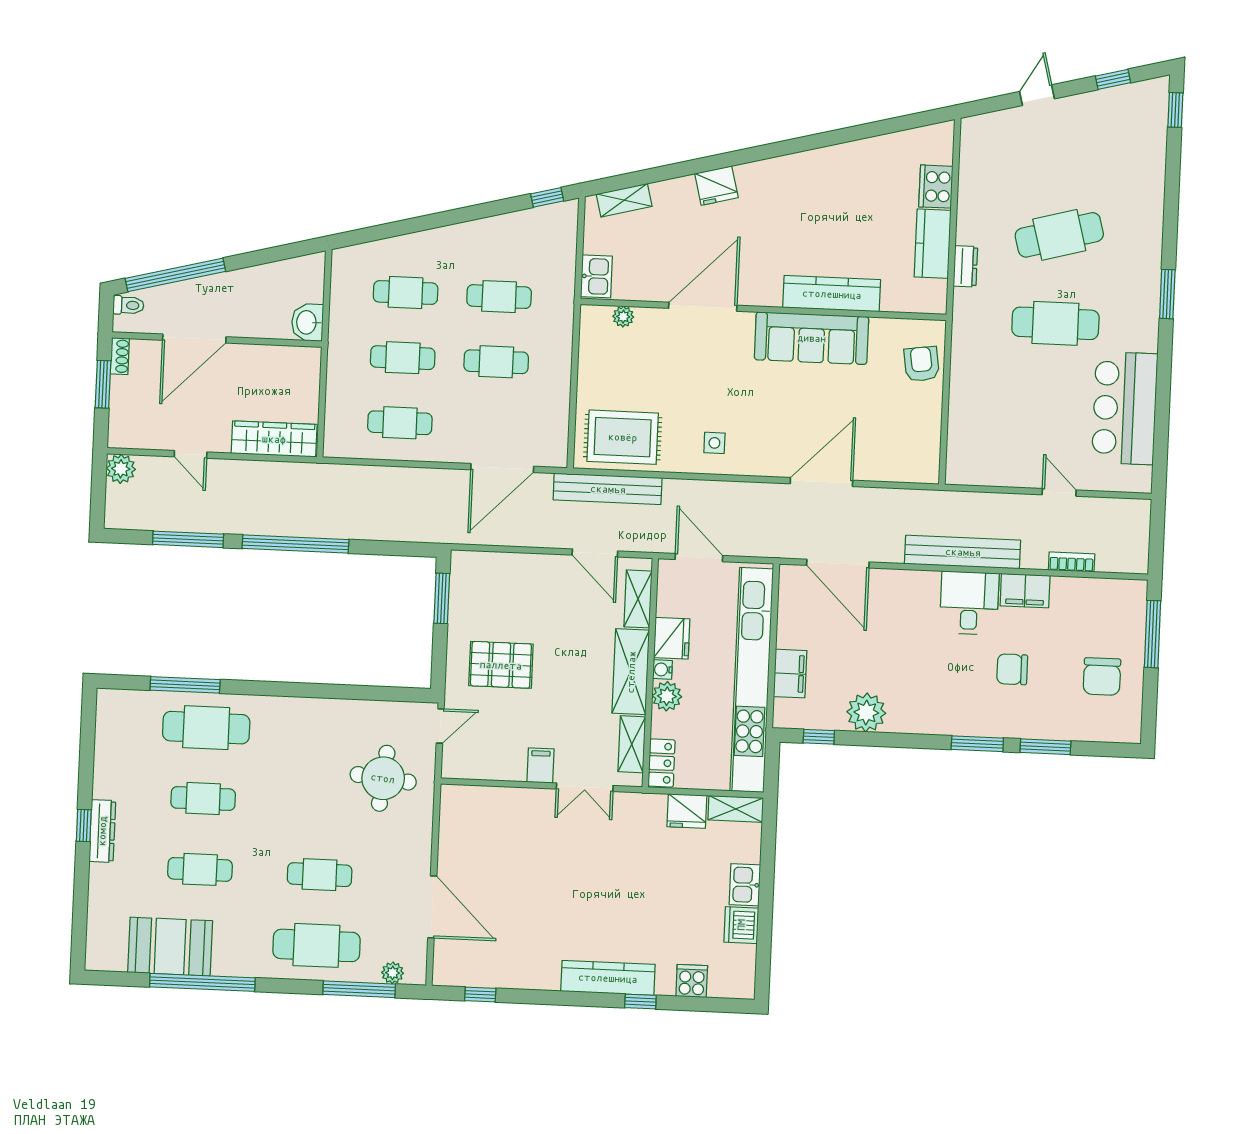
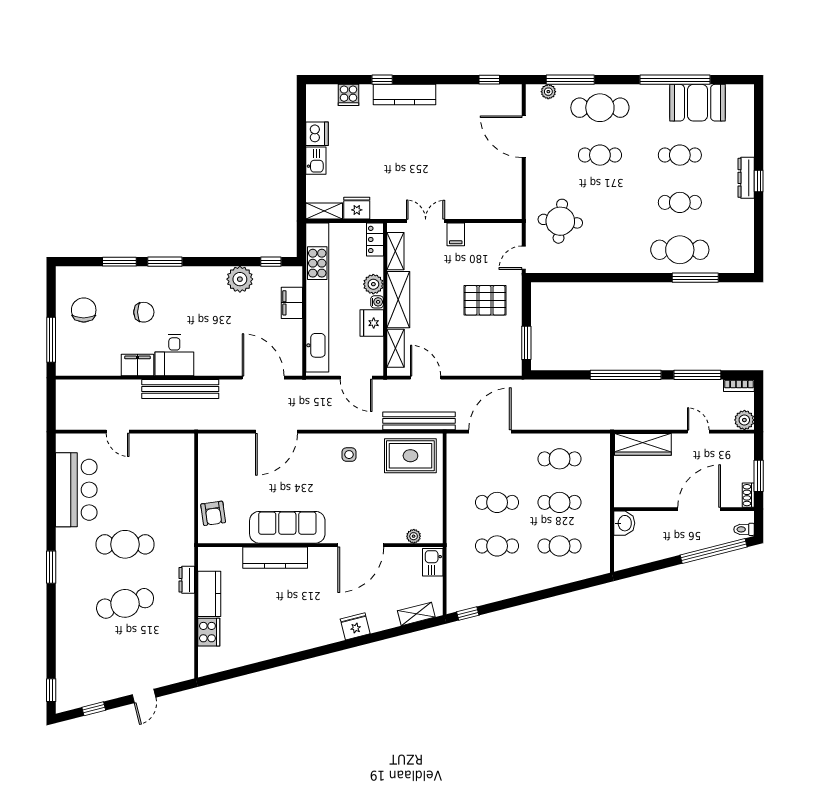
bookcase: (1072, 562) -> (739, 386), moved

